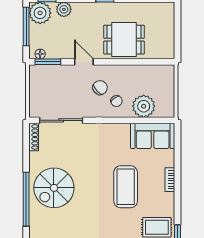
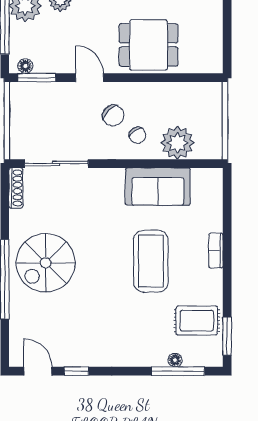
chair: (100, 88) -> (113, 115), turned 88
sofa: (153, 136) -> (158, 186), moved

